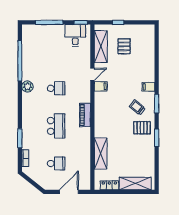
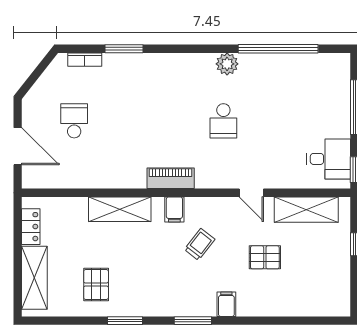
pallet: (124, 46) -> (265, 257), moved
filing cabinet: (101, 86) -> (174, 209), moved
trolley: (137, 107) -> (200, 244), moved
school desk: (56, 126) -> (149, 121), removed
pallet: (142, 128) -> (96, 284), moved
shelving: (101, 154) -> (120, 209), moved
school desk: (56, 163) -> (74, 121), turned 180

